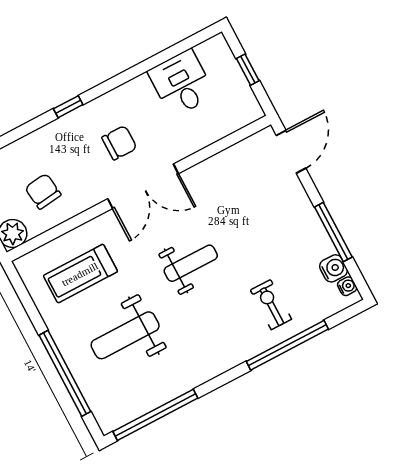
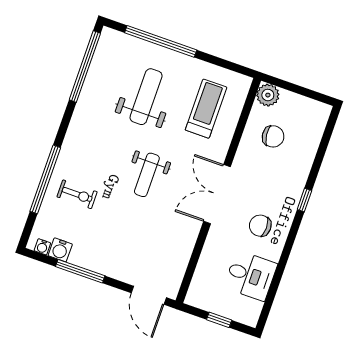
chair: (119, 143) -> (260, 226), moved, turned 90

